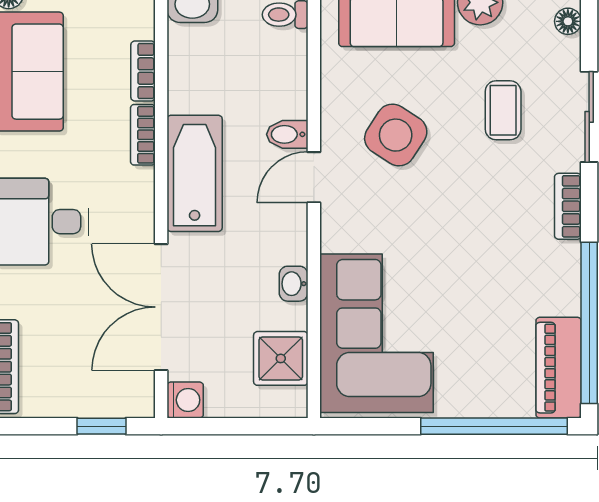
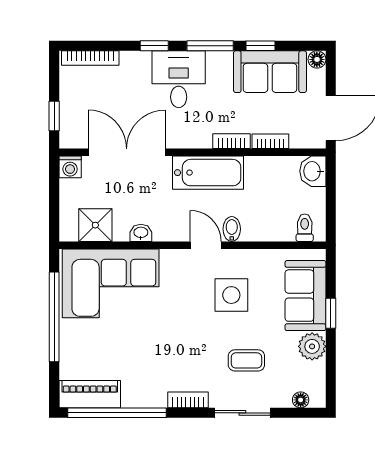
side table: (396, 135) -> (231, 295), turned -33
window: (494, 426) -> (54, 317), moved

